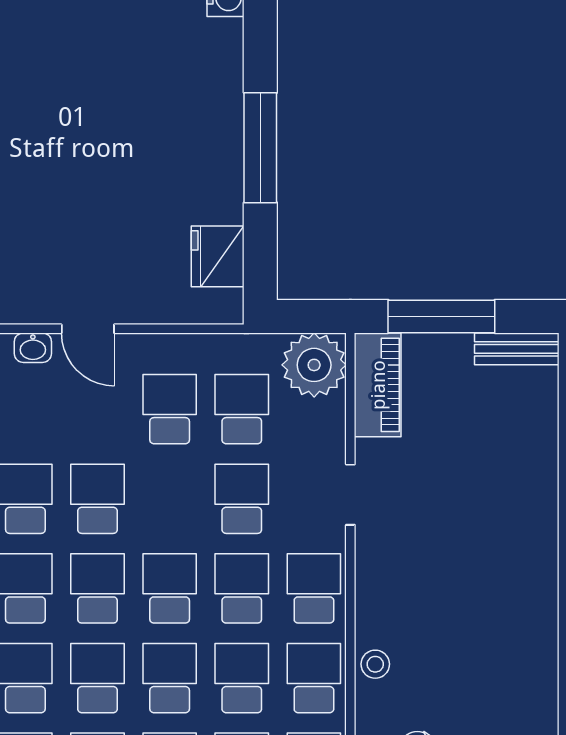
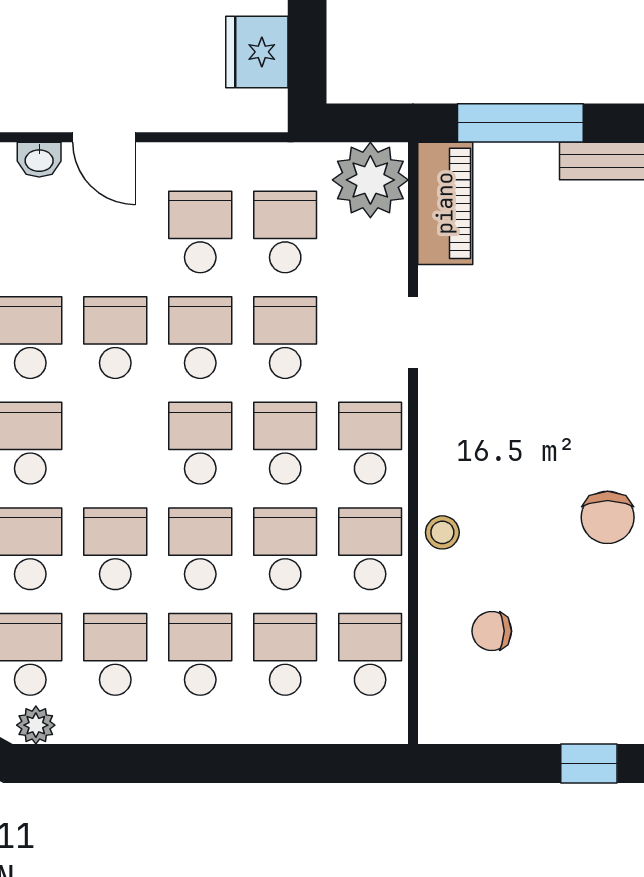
school desk: (98, 588) -> (200, 338), moved
chair: (516, 651) -> (608, 517), added

